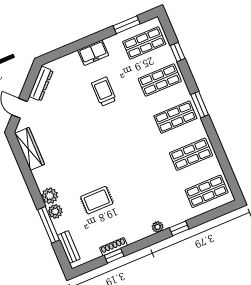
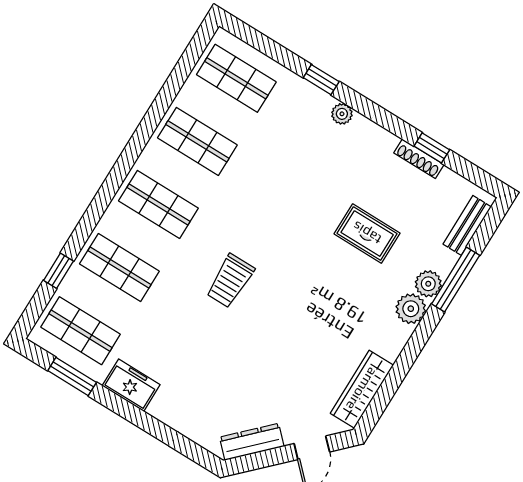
freezer: (93, 53) -> (131, 385), moved
trolley: (104, 92) -> (230, 281), moved
window: (200, 105) -> (114, 181), removed

